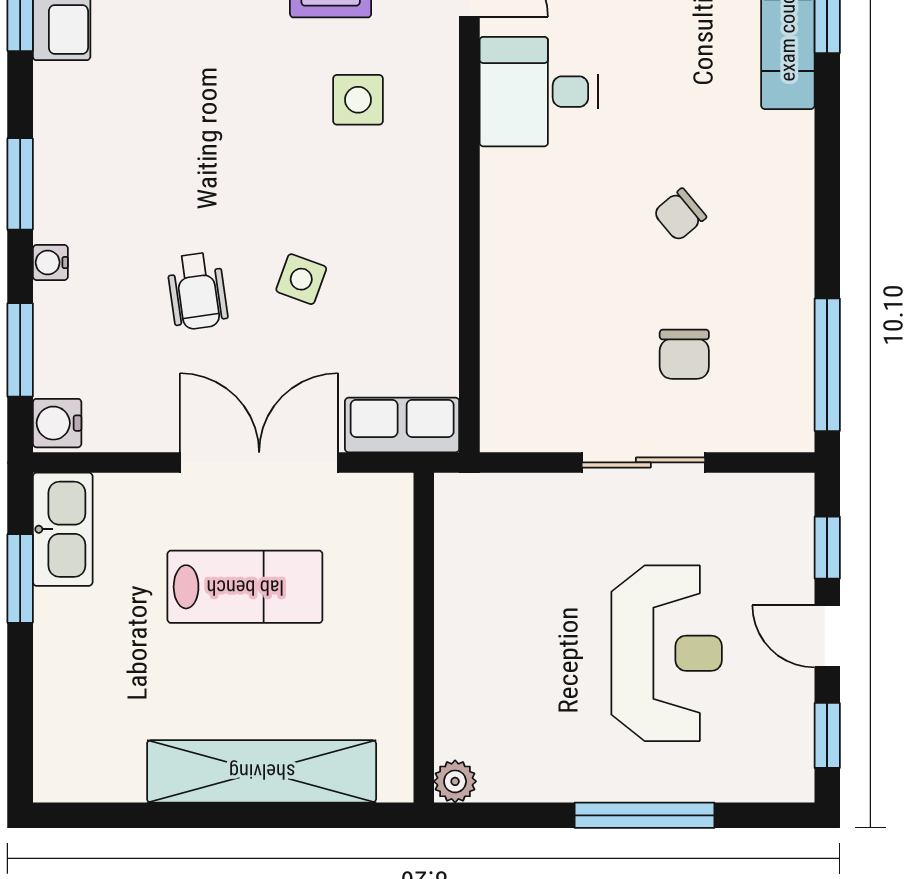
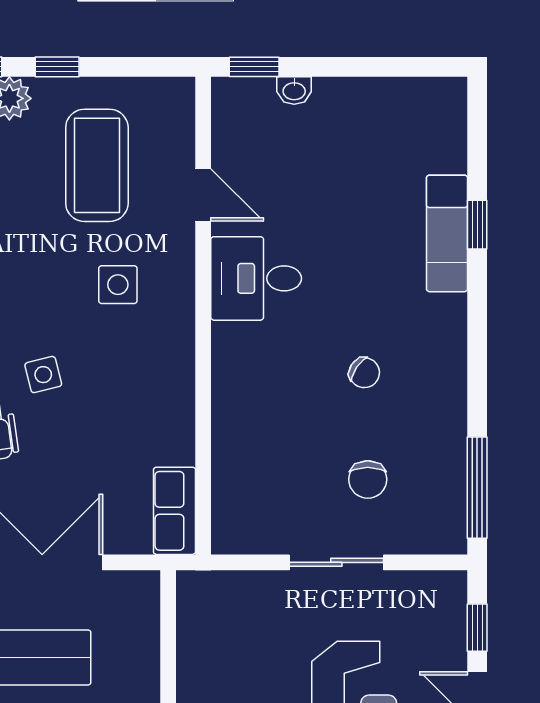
chair: (680, 215) -> (364, 373), turned -106
side table: (301, 279) -> (43, 375), moved, turned -34
row of seats: (402, 425) -> (174, 511), moved, turned -90

